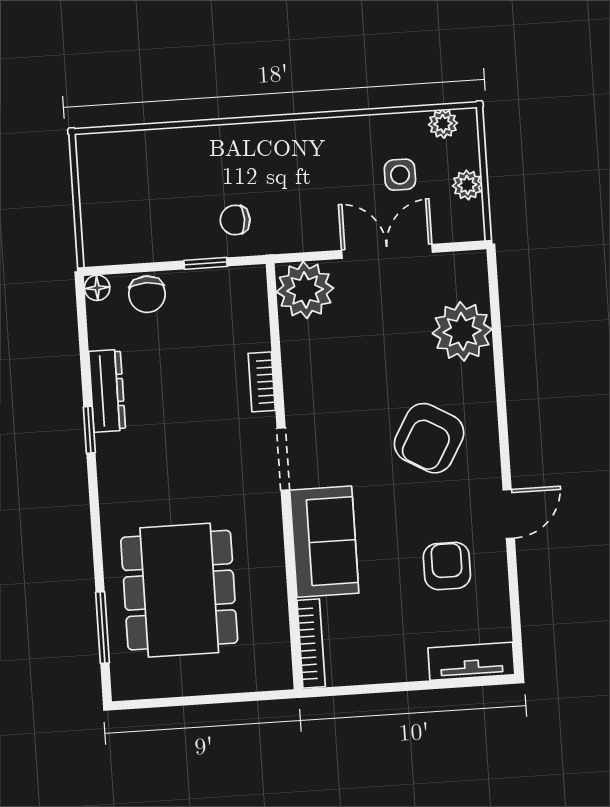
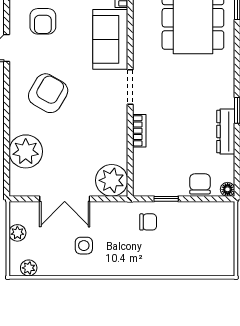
side table: (400, 175) -> (84, 246), moved

